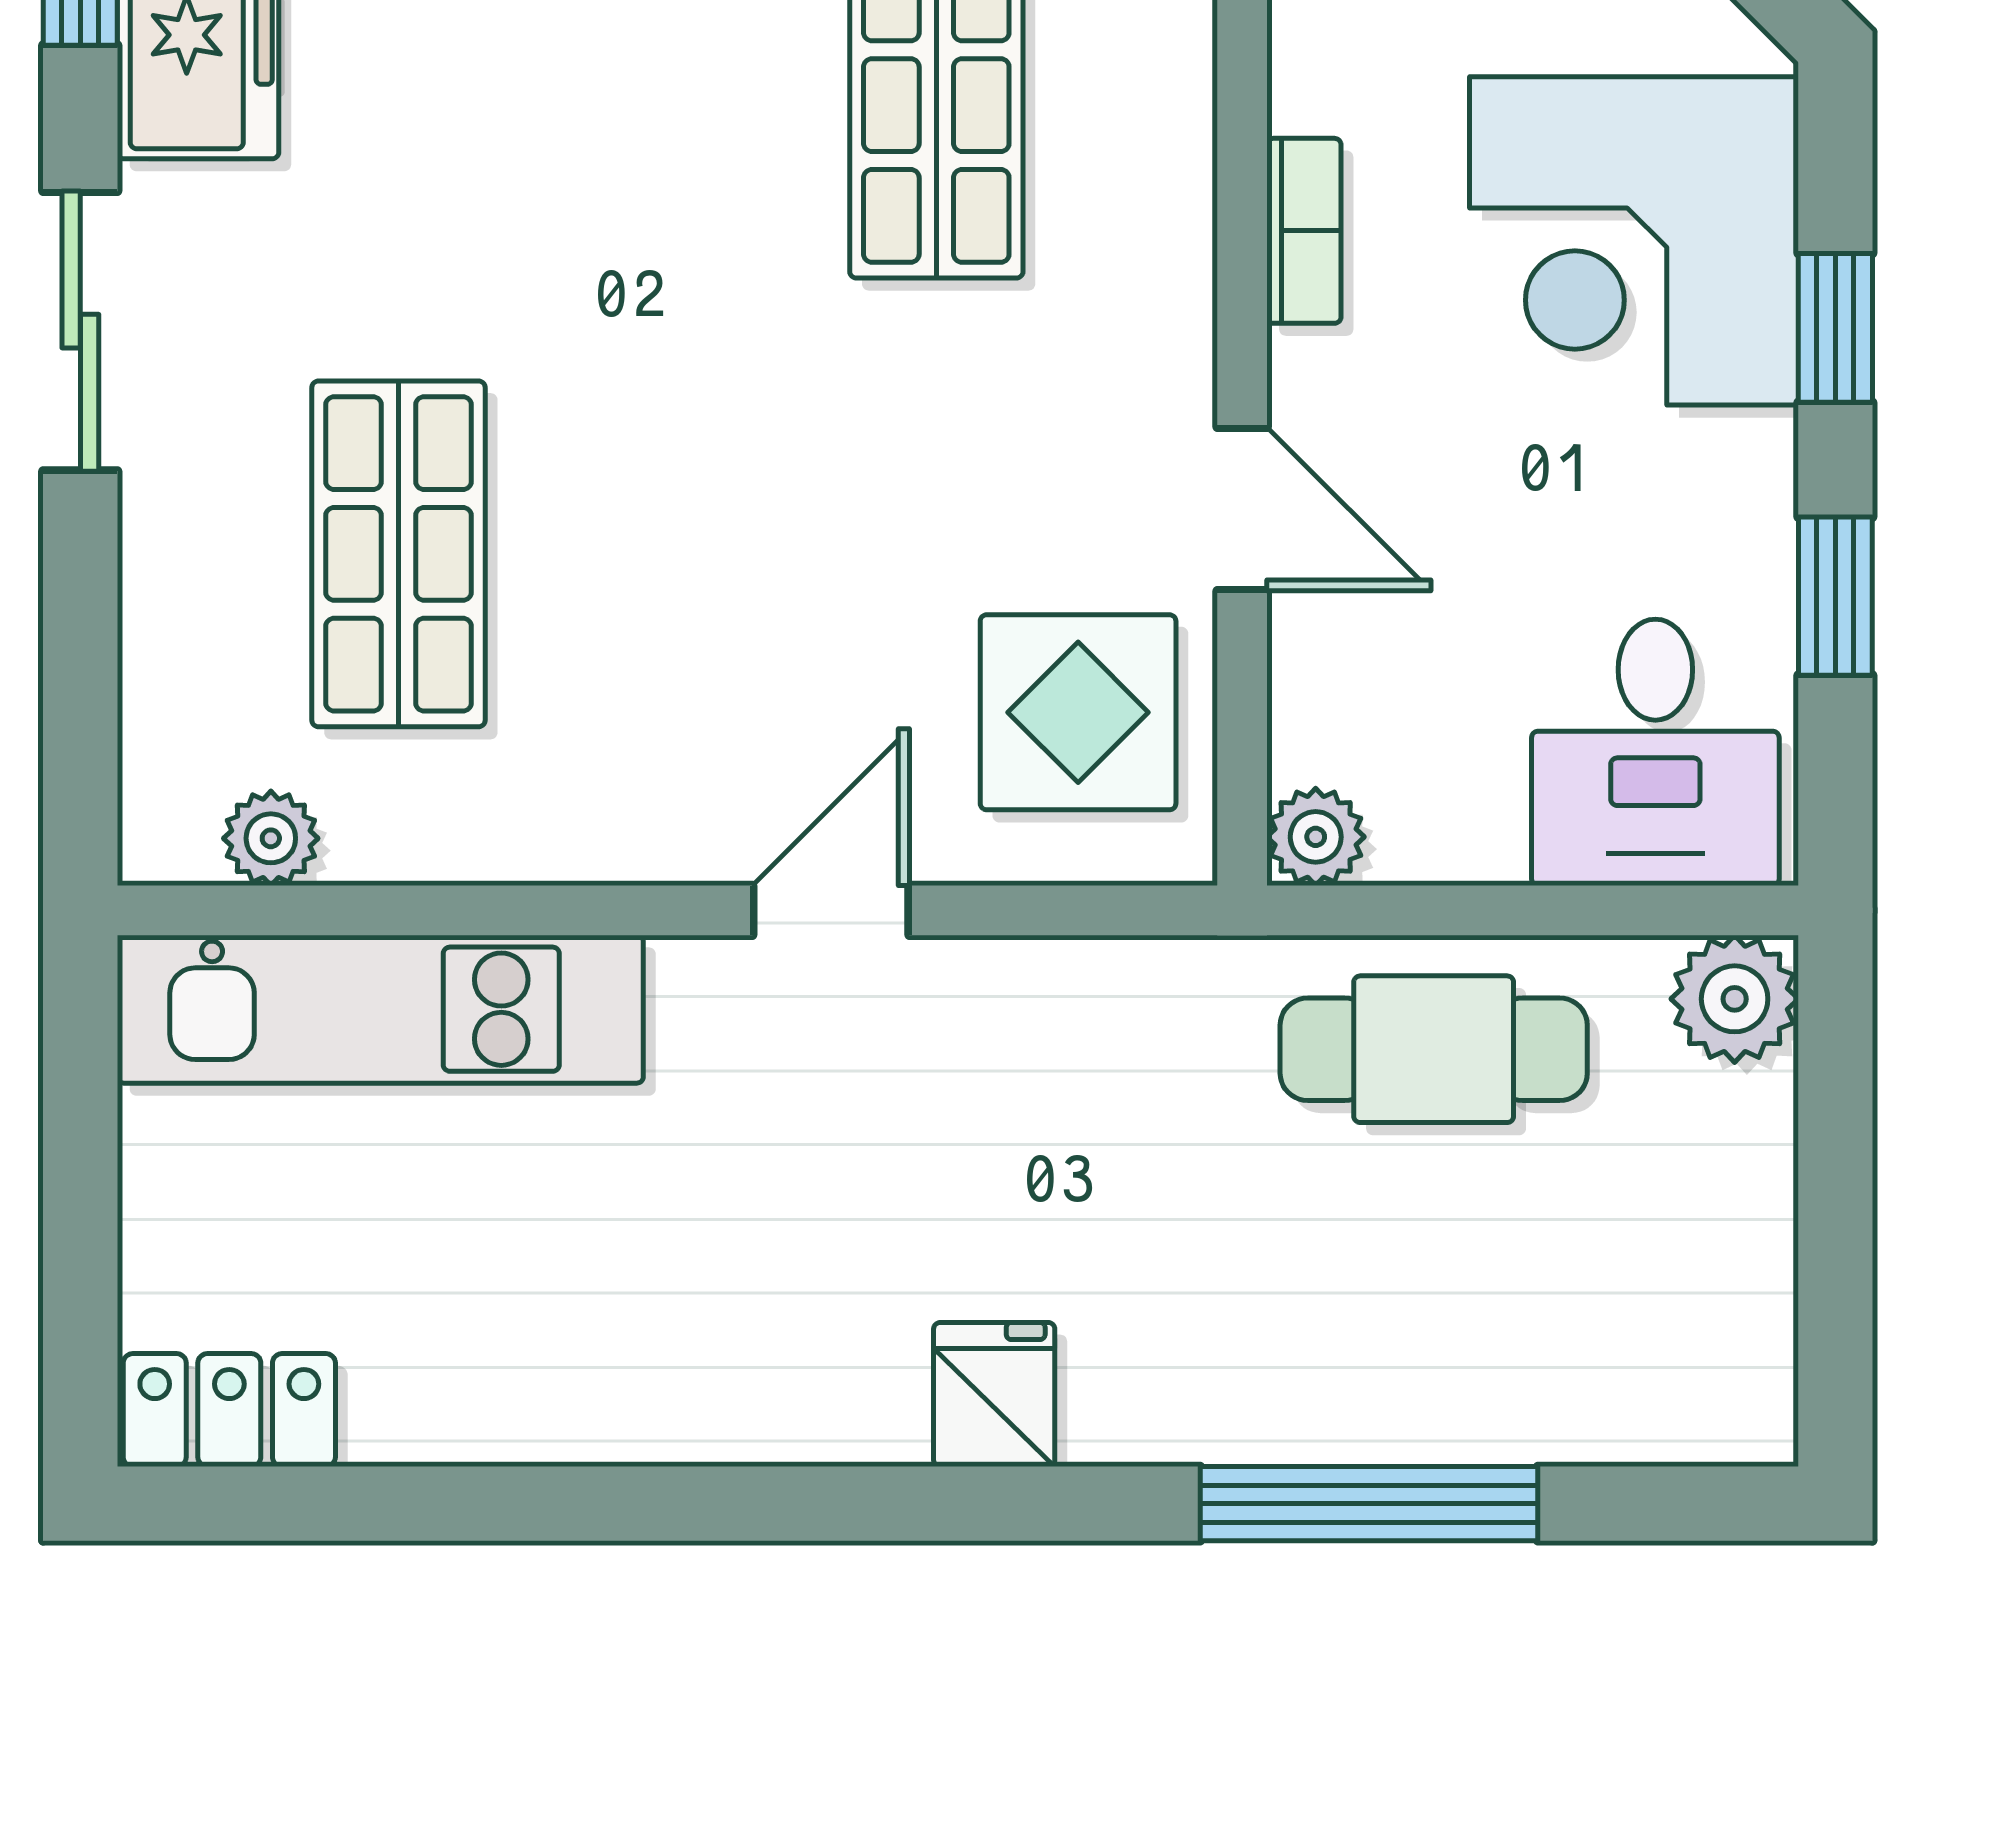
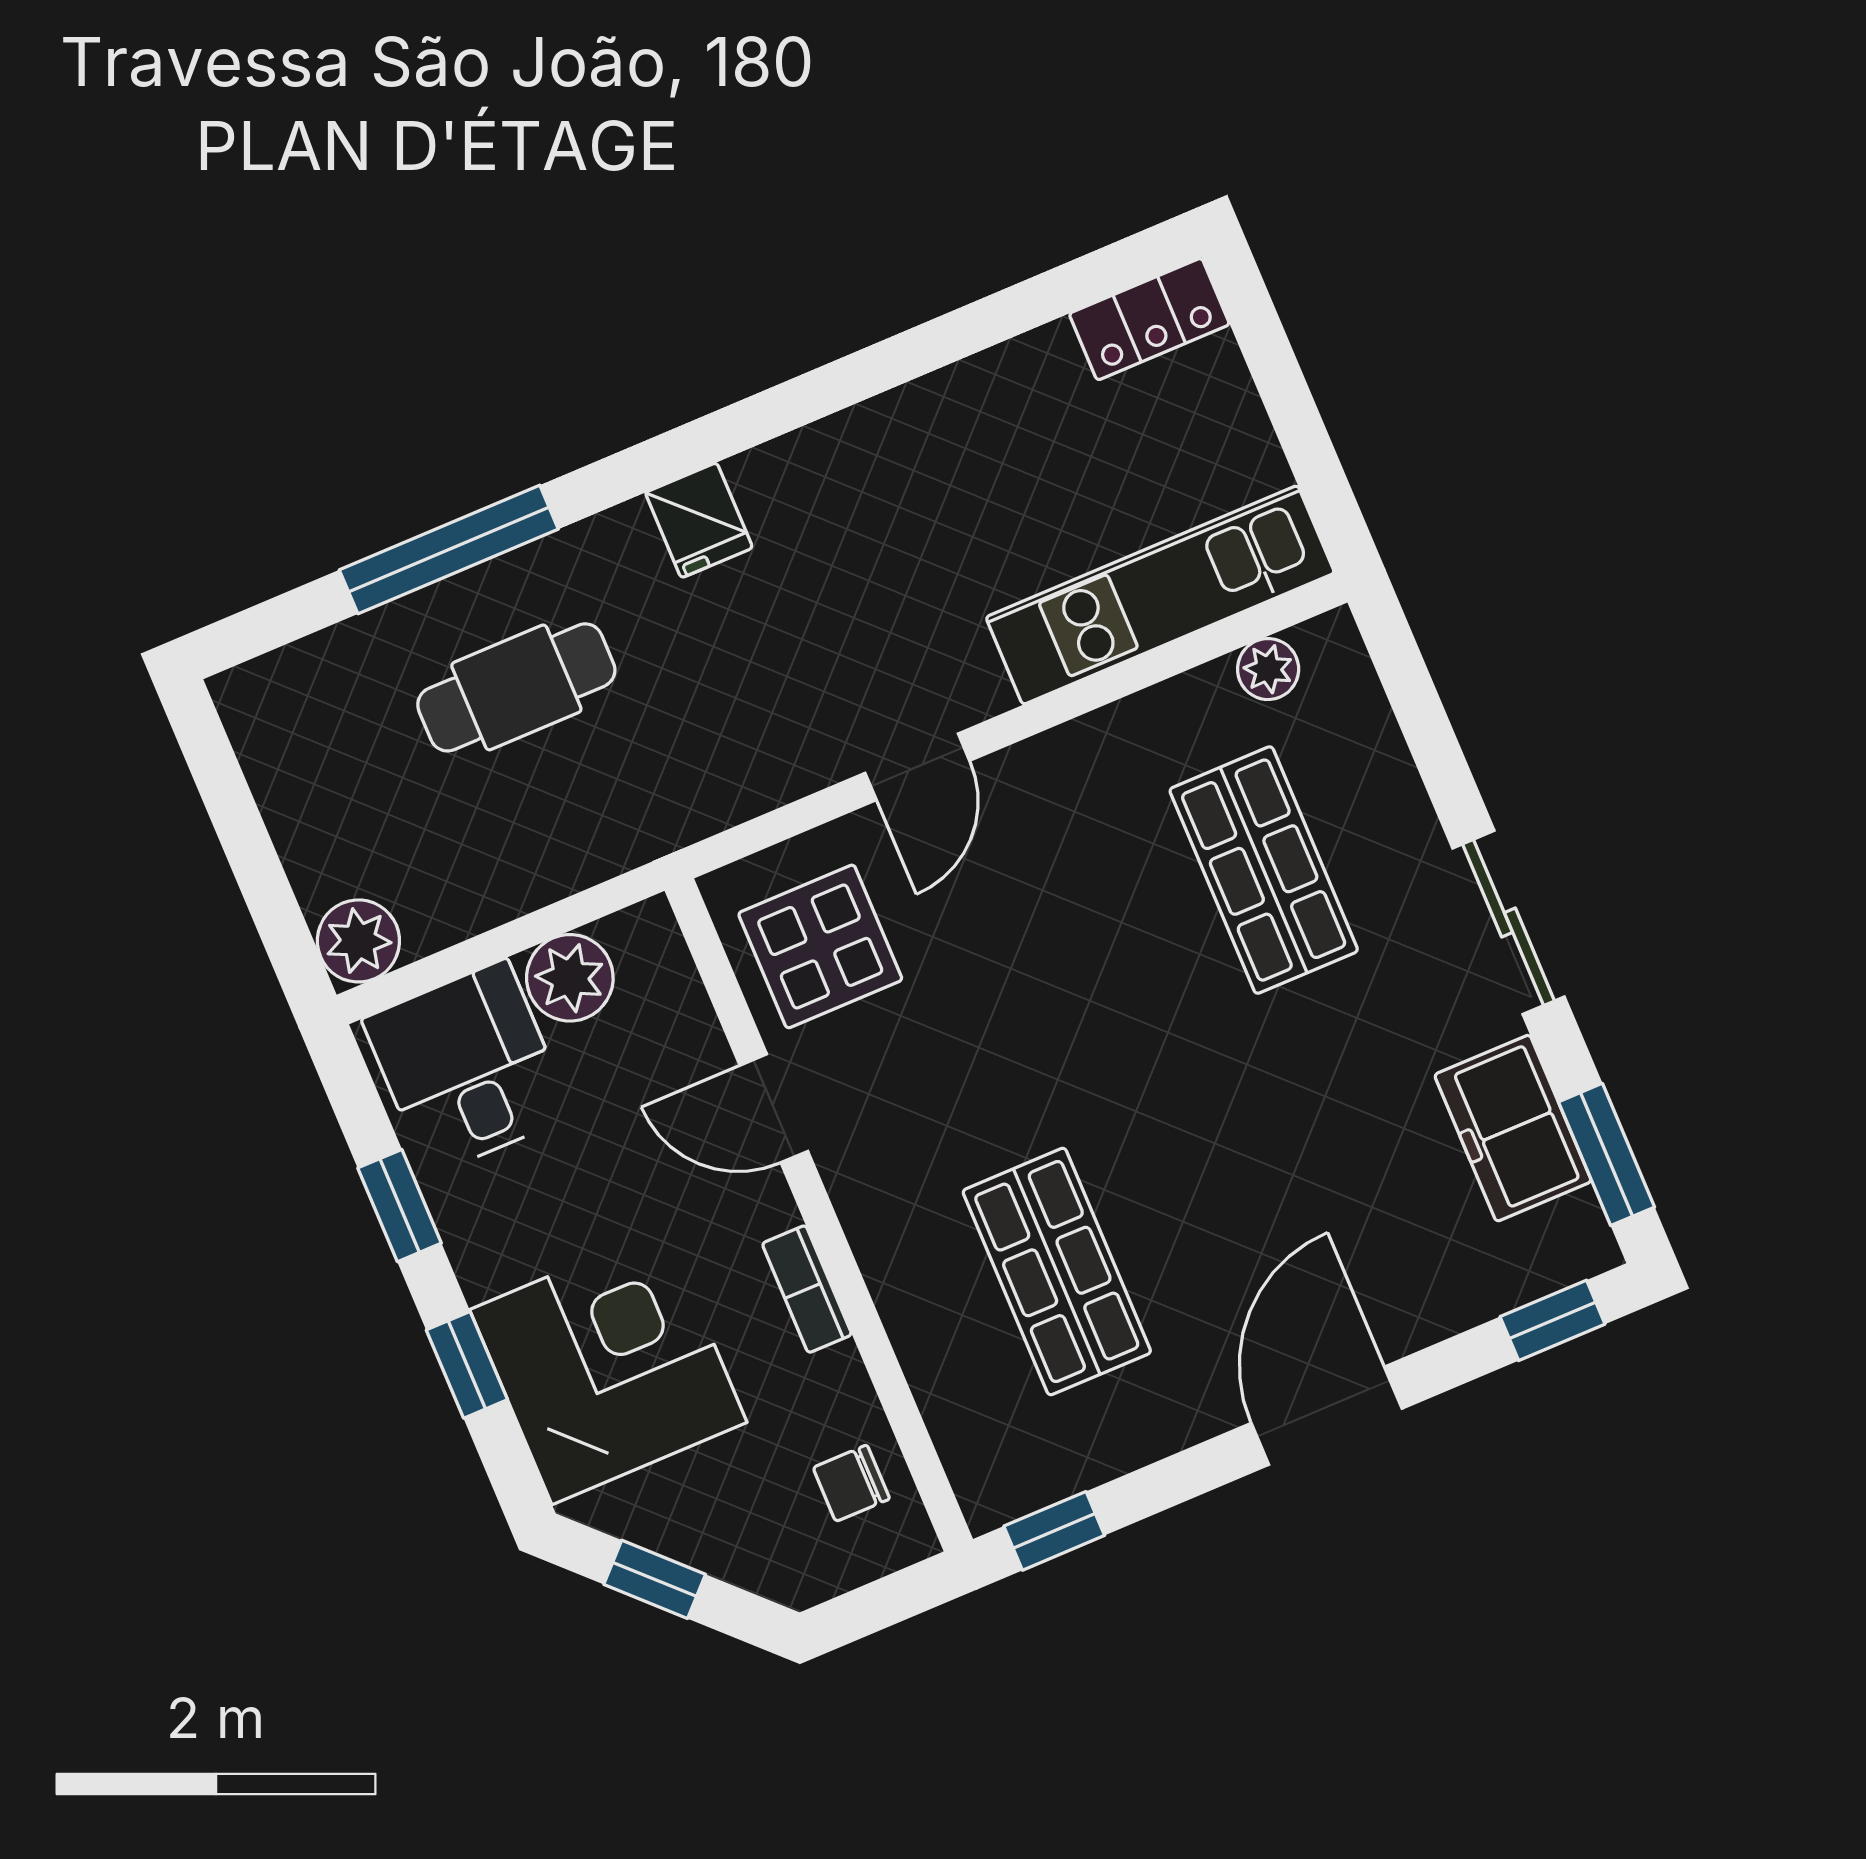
plant: (1316, 837) -> (570, 978), moved, width x1.38, depth x1.38
cafe table: (1434, 1049) -> (516, 687), moved

